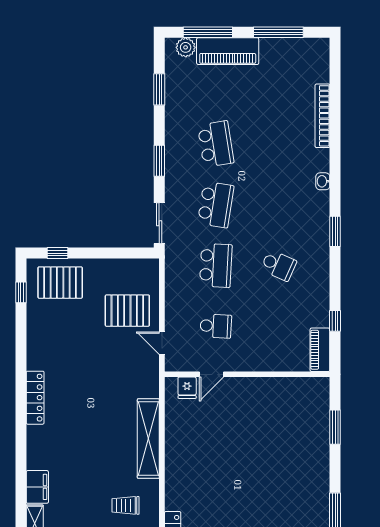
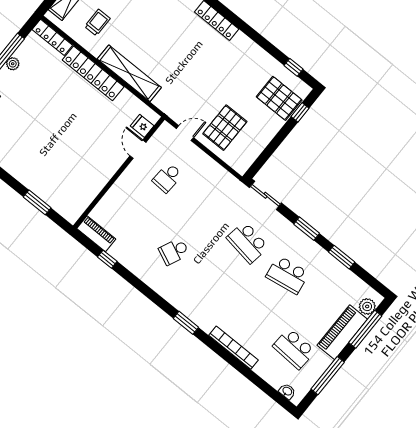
window: (159, 89) -> (342, 257), moved
bookcase: (322, 116) -> (234, 348), moved
washbasin: (323, 181) -> (287, 391), moved
window: (335, 231) -> (186, 323), moved
school desk: (216, 265) -> (294, 349), moved
pallet: (60, 283) -> (279, 98), turned 90
locker: (175, 472) -> (93, 73), added

